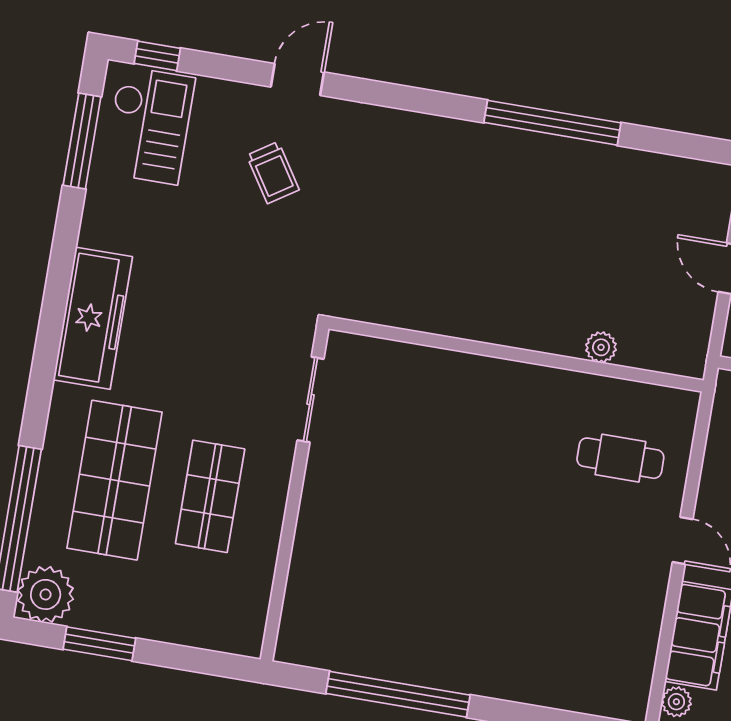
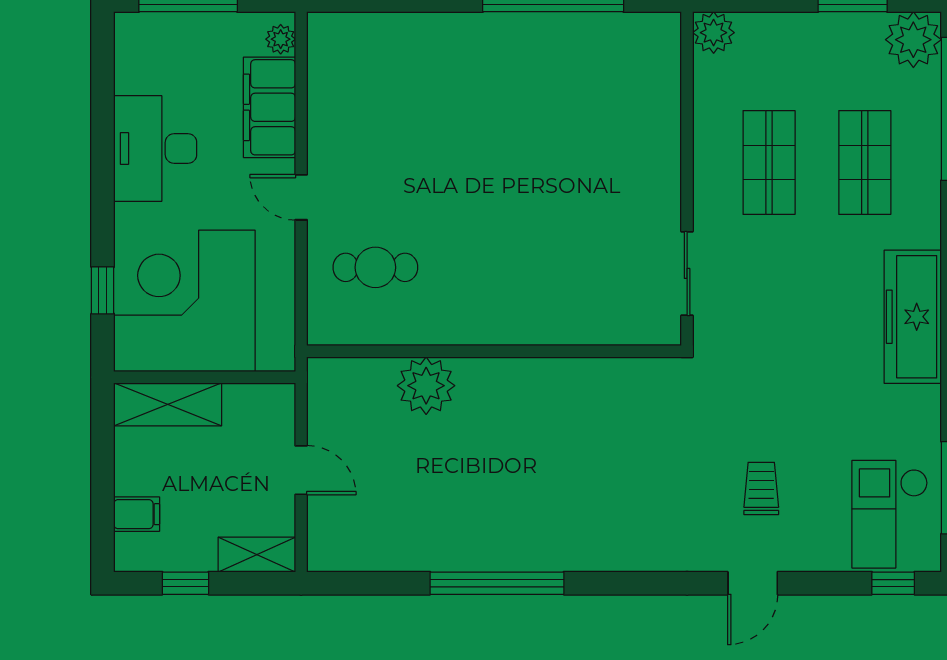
trolley: (273, 173) -> (761, 489), turned 33
plant: (601, 347) -> (426, 386), width x1.88, depth x1.88
shop shelf: (115, 480) -> (865, 163), width x0.70, depth x0.74
plant: (244, 635) -> (714, 33), added

